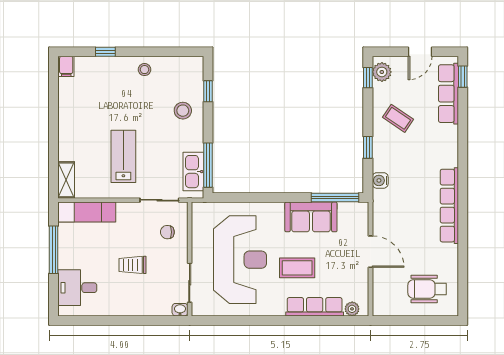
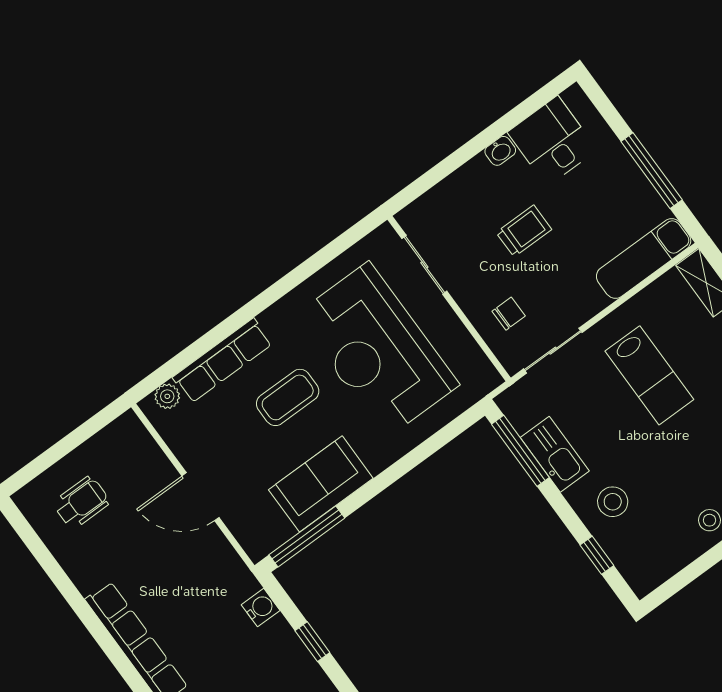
kitchen sink: (193, 172) -> (555, 454), moved
desk: (77, 288) -> (552, 141), moved, turned -90
wheelchair: (427, 289) -> (81, 502), width x0.73, depth x0.73
washbasin: (180, 310) -> (500, 151), moved

